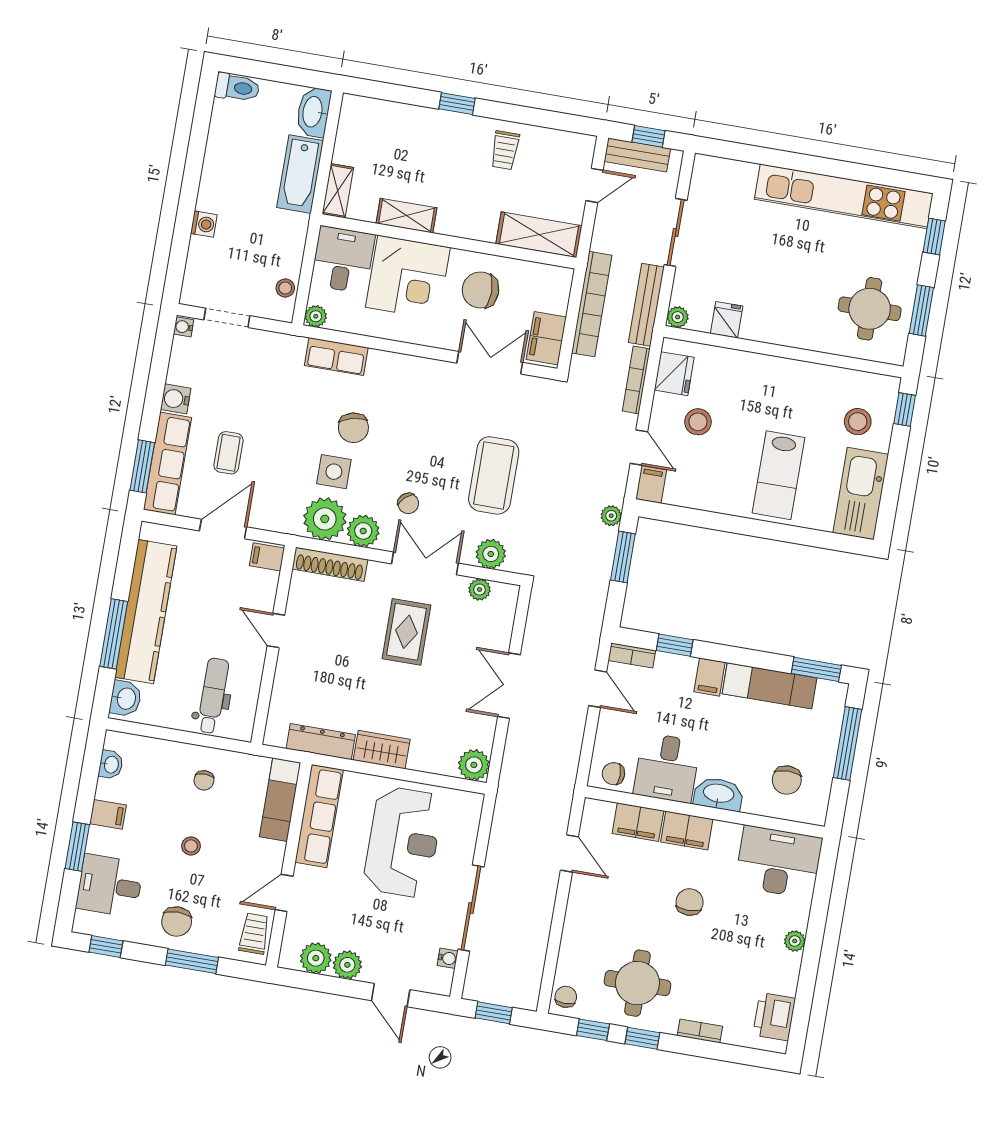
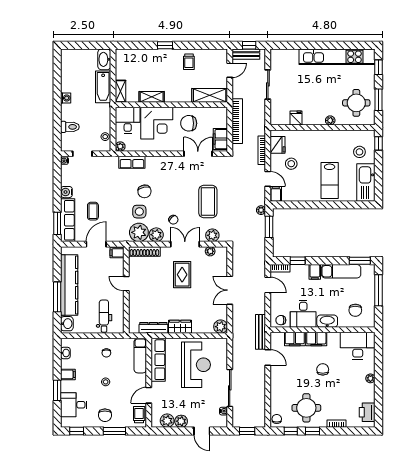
toilet: (237, 88) -> (70, 127), moved
washing machine: (204, 224) -> (66, 98), moved
bench: (646, 305) -> (261, 332), moved
plant: (678, 317) -> (330, 120), moved

